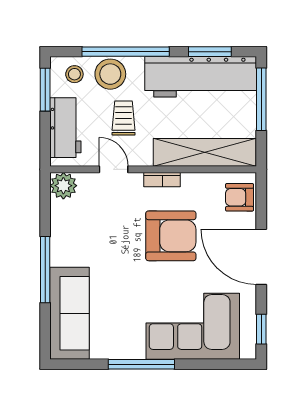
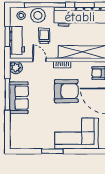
window: (45, 90) -> (7, 37), moved
window: (45, 270) -> (7, 94), moved
sofa: (70, 313) -> (19, 98), moved, width x0.73
window: (141, 364) -> (52, 151), width x0.69

